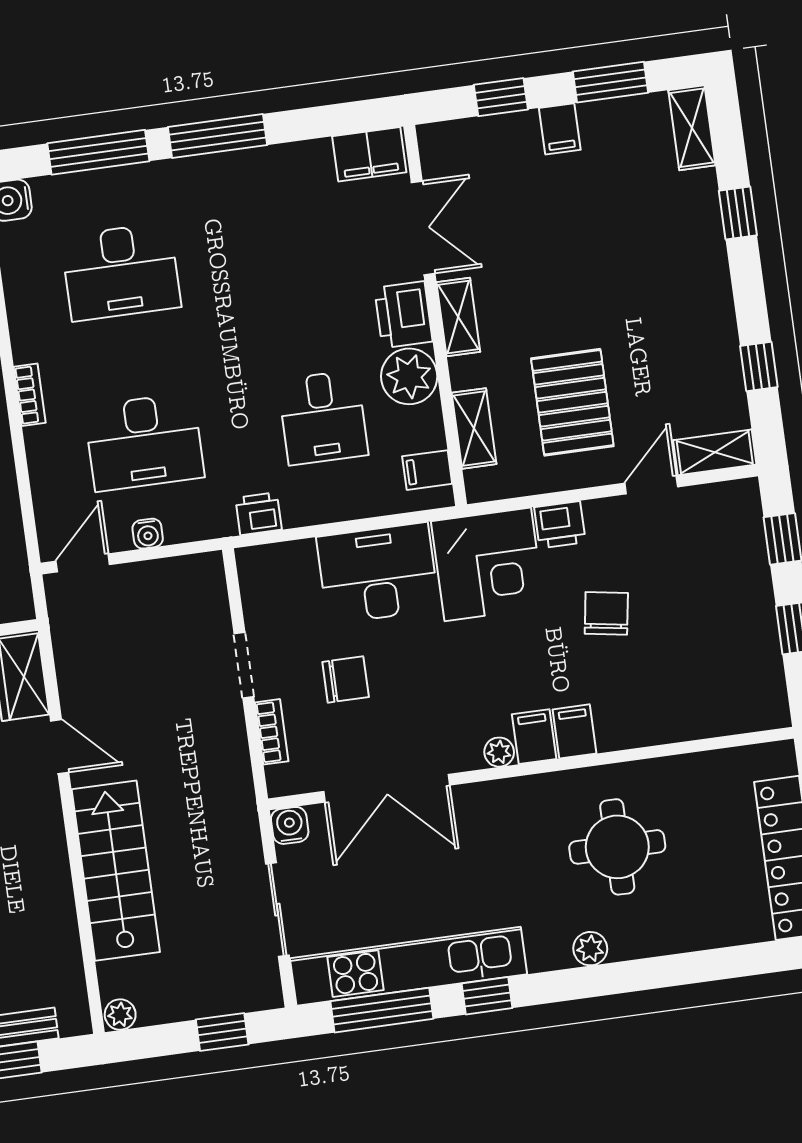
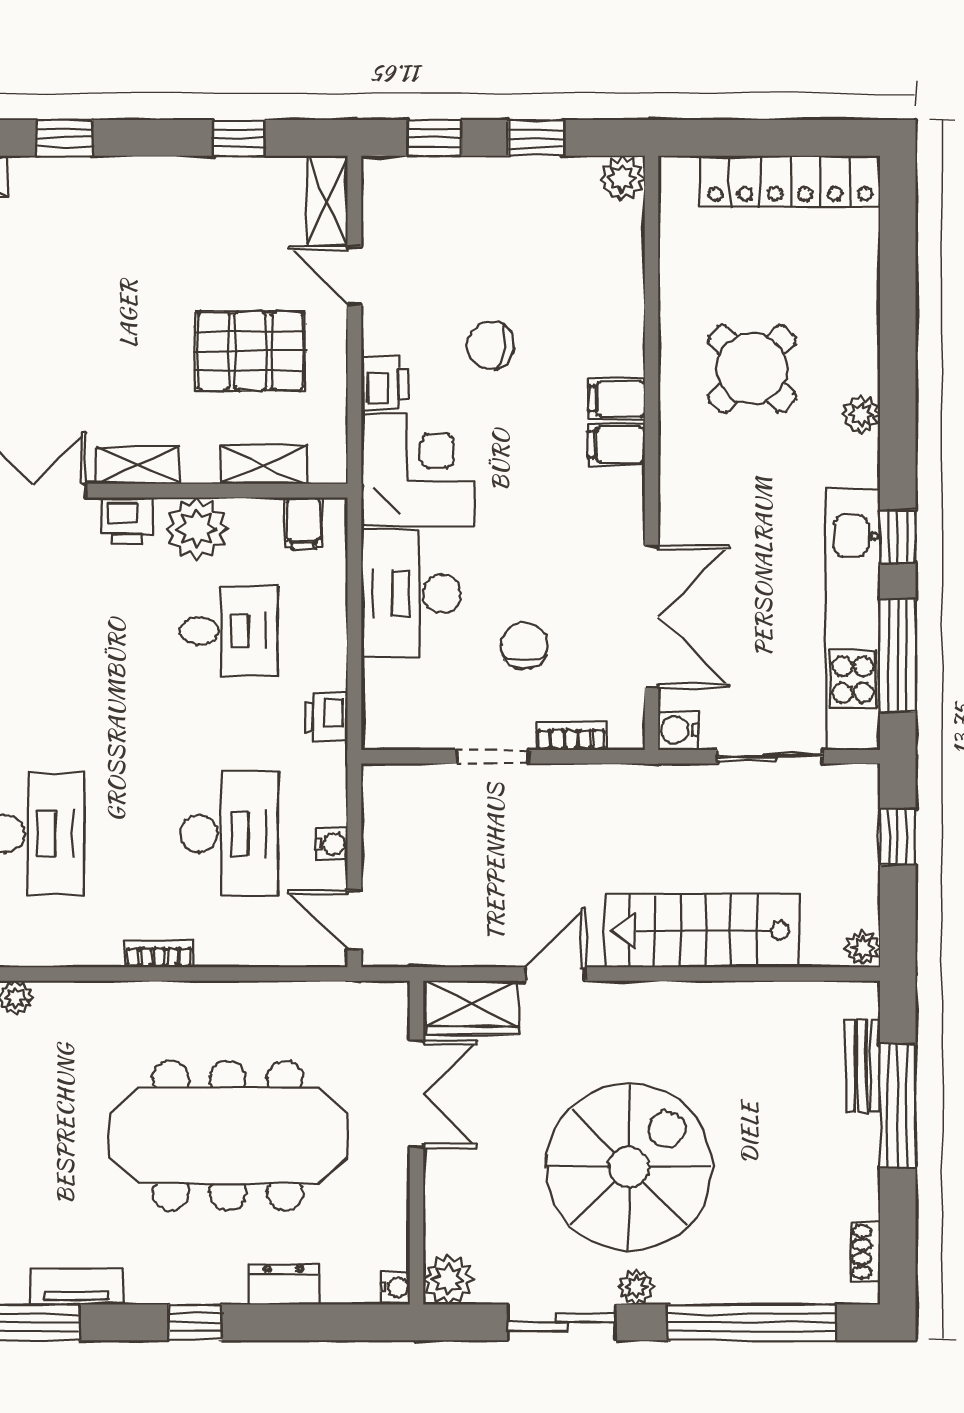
printer: (403, 315) -> (127, 520), width x0.73, depth x0.81
plant: (499, 752) -> (622, 178), moved, width x1.38, depth x1.38
round table: (617, 847) -> (752, 369), turned 45

